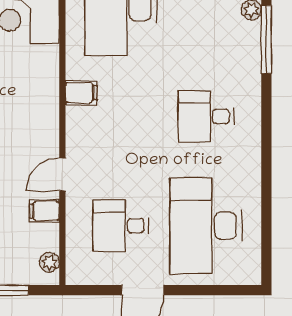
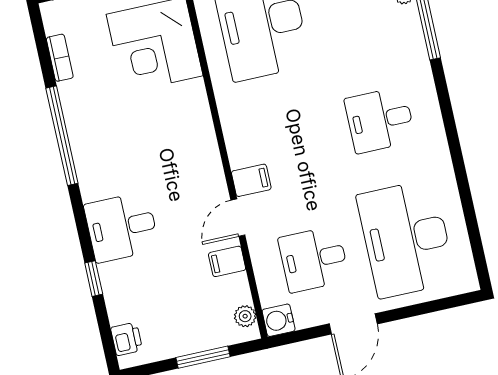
filing cabinet: (81, 93) -> (251, 180), moved
water cooler: (78, 272) -> (279, 320), added

